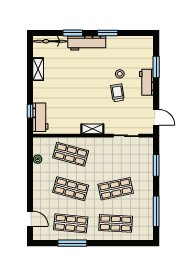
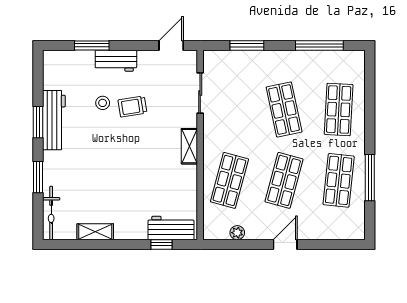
workbench: (87, 43) -> (54, 120), moved
door: (30, 219) -> (285, 244), moved

